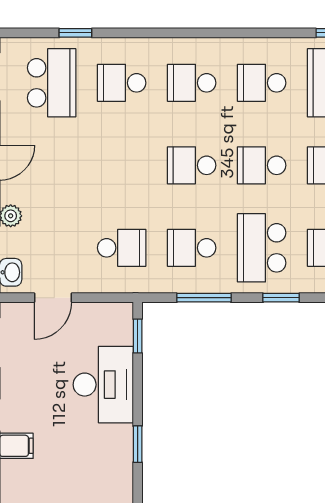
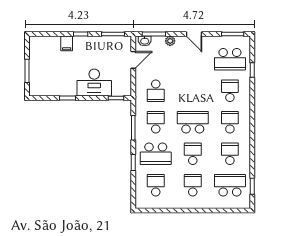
school desk: (192, 165) -> (193, 122), width x1.85
school desk: (262, 248) -> (156, 154), turned 180
door: (53, 298) -> (133, 60), swing flipped

